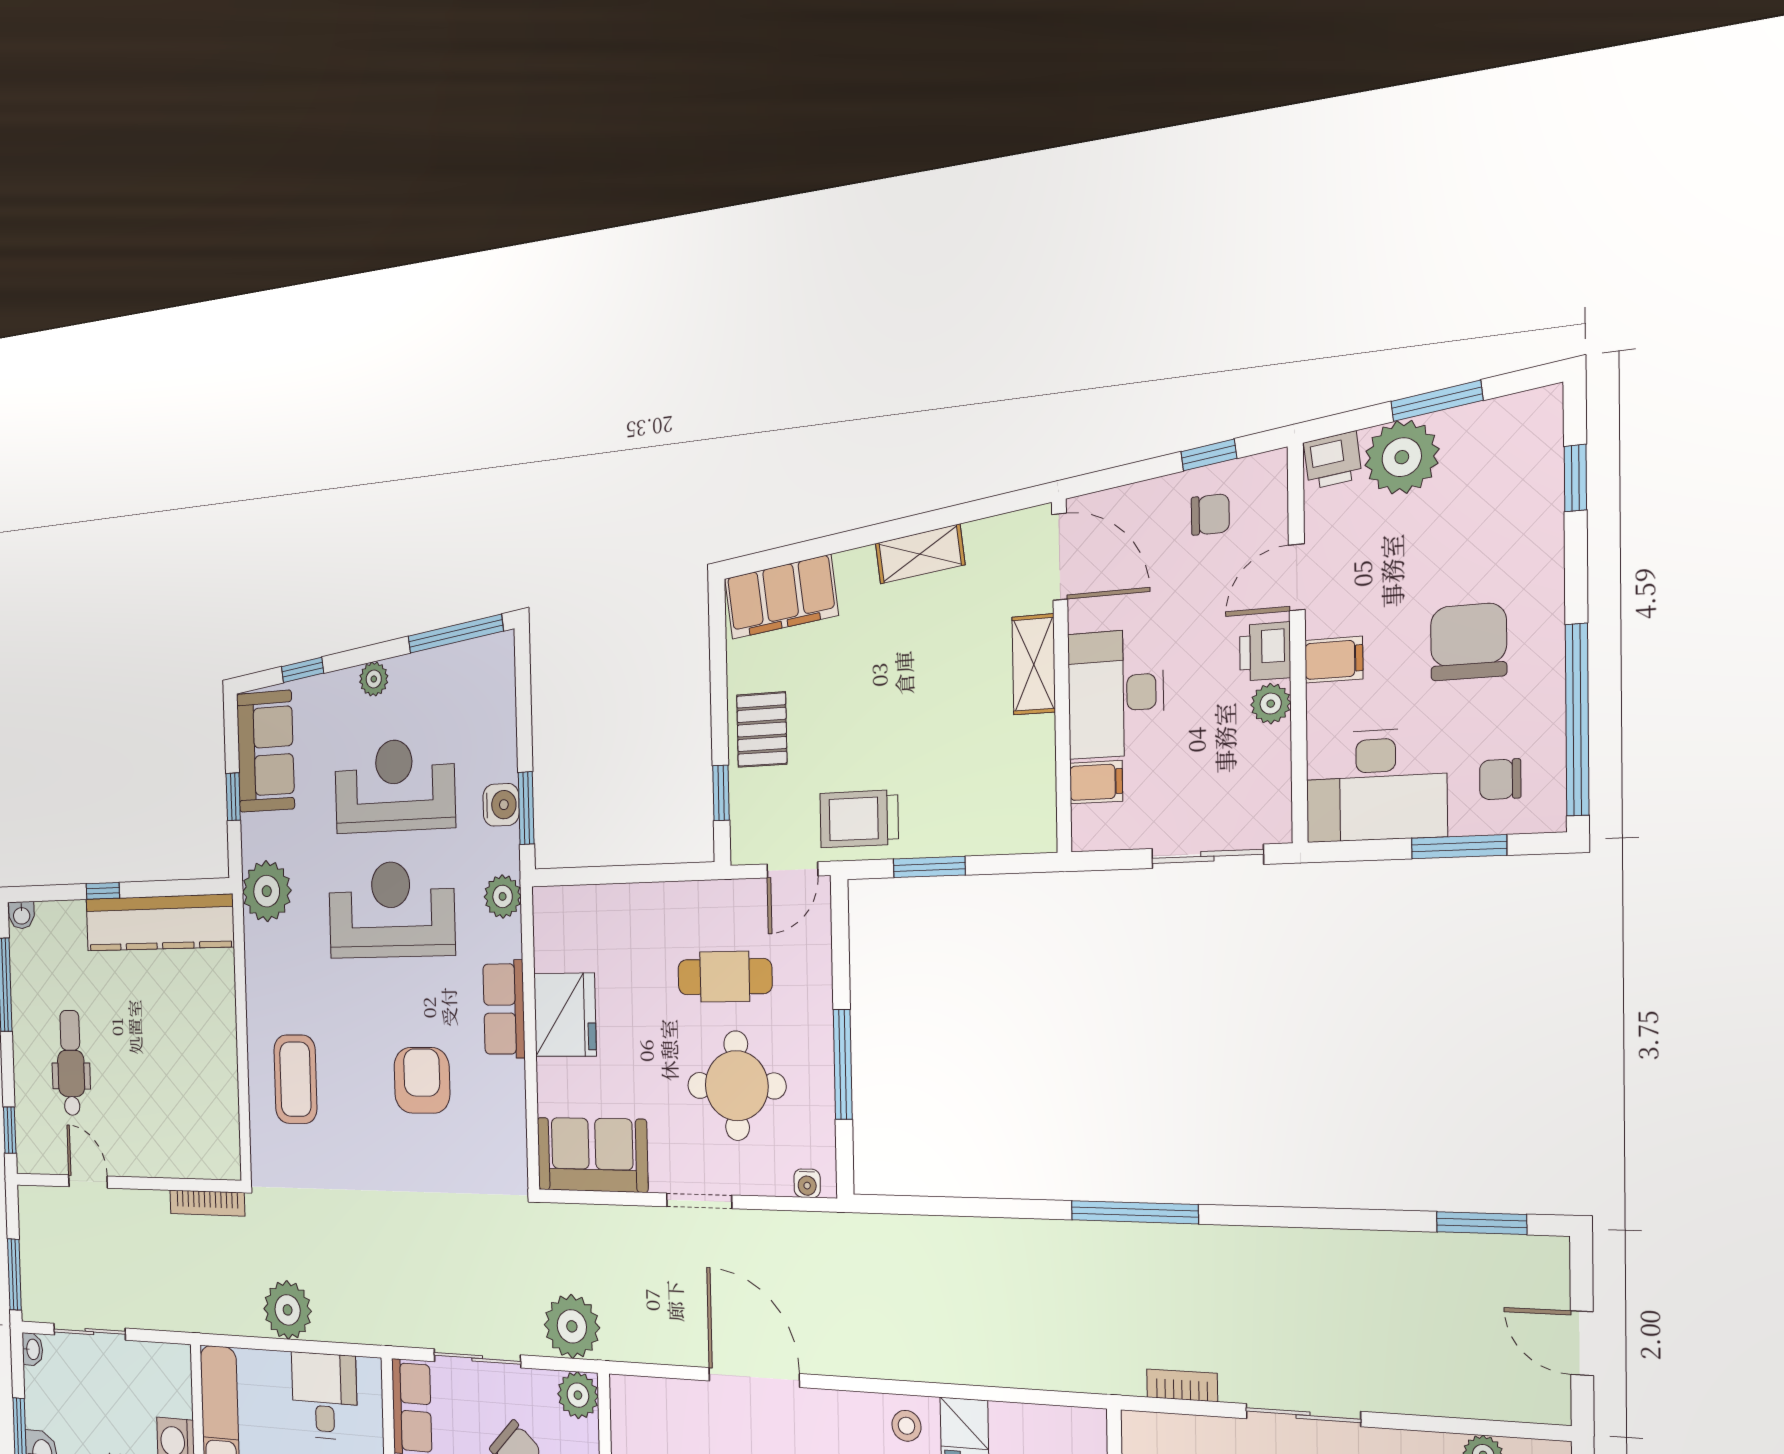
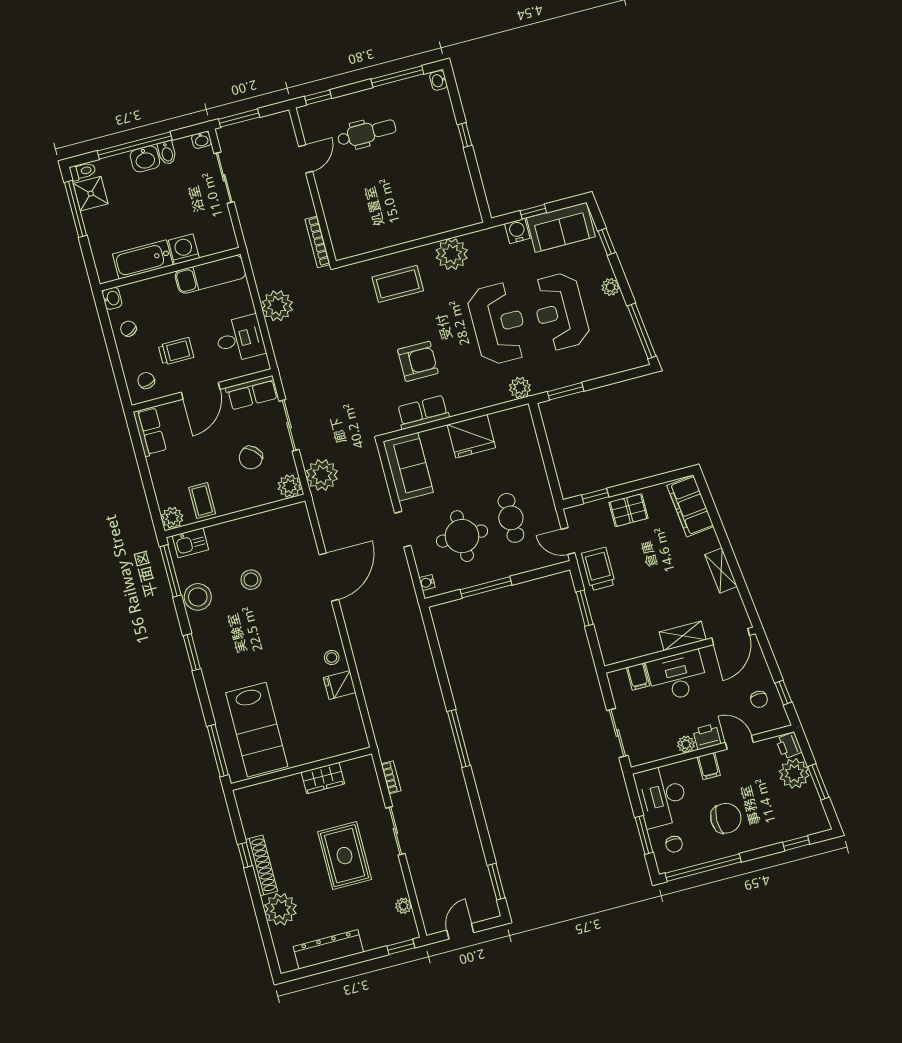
chair: (1500, 779) -> (674, 844), turned 180
reception desk: (394, 786) -> (560, 312), turned 180
water cooler: (501, 805) -> (517, 231), moved, turned 180
plant: (267, 891) -> (452, 254), moved
kitchen counter: (159, 923) -> (457, 177), removed
row of seats: (504, 1009) -> (423, 412), moved
bidet: (40, 1414) -> (167, 153), added

